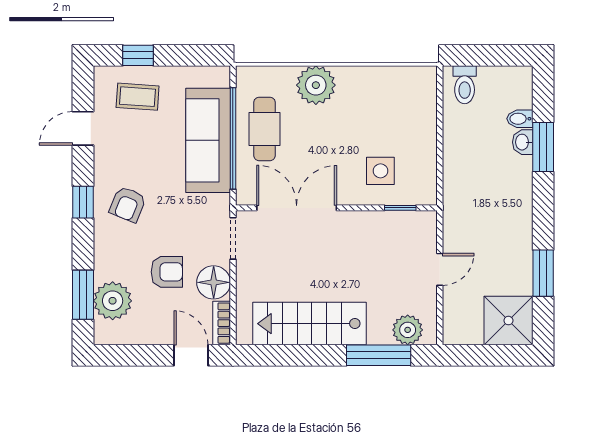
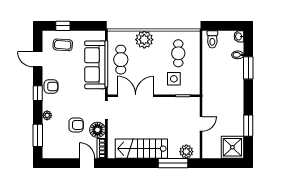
cafe table: (390, 115) -> (178, 53), added
door: (83, 128) -> (38, 59), hinge flipped
washbasin: (523, 142) -> (239, 36), moved
armchair: (128, 204) -> (51, 86), moved, turned -112
plant: (113, 301) -> (47, 115), moved, width x0.53, depth x0.53

